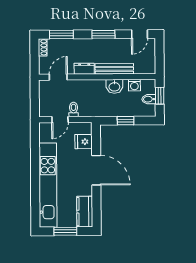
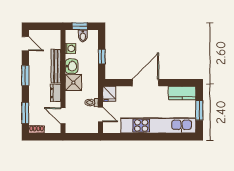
shower: (96, 89) -> (73, 83), added
fridge: (84, 142) -> (109, 94), moved

